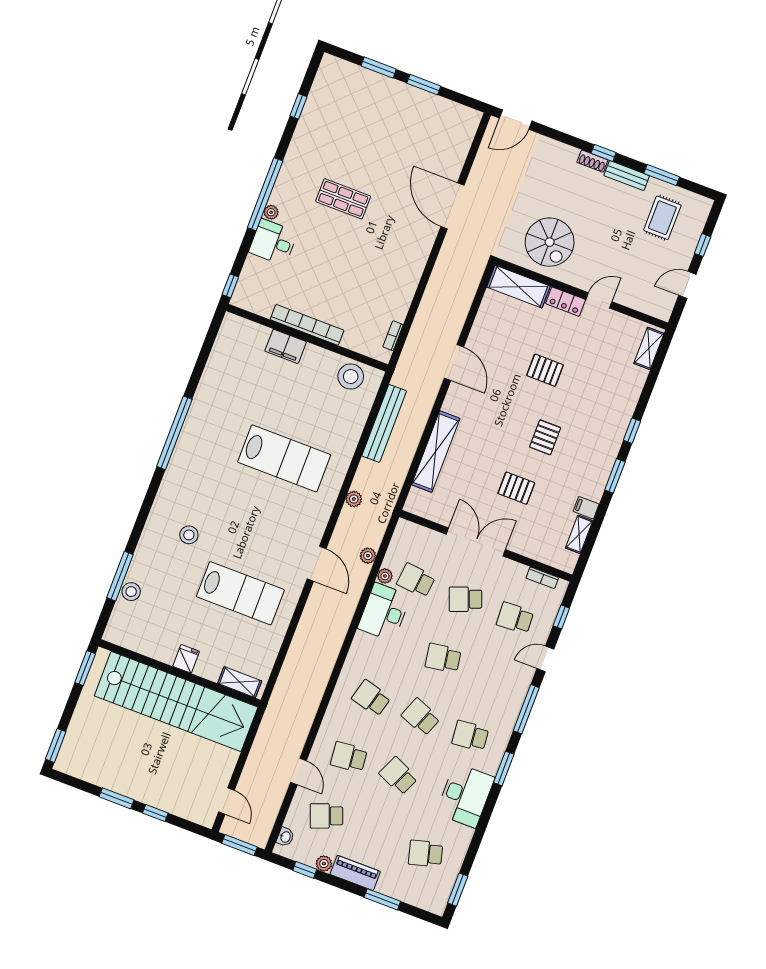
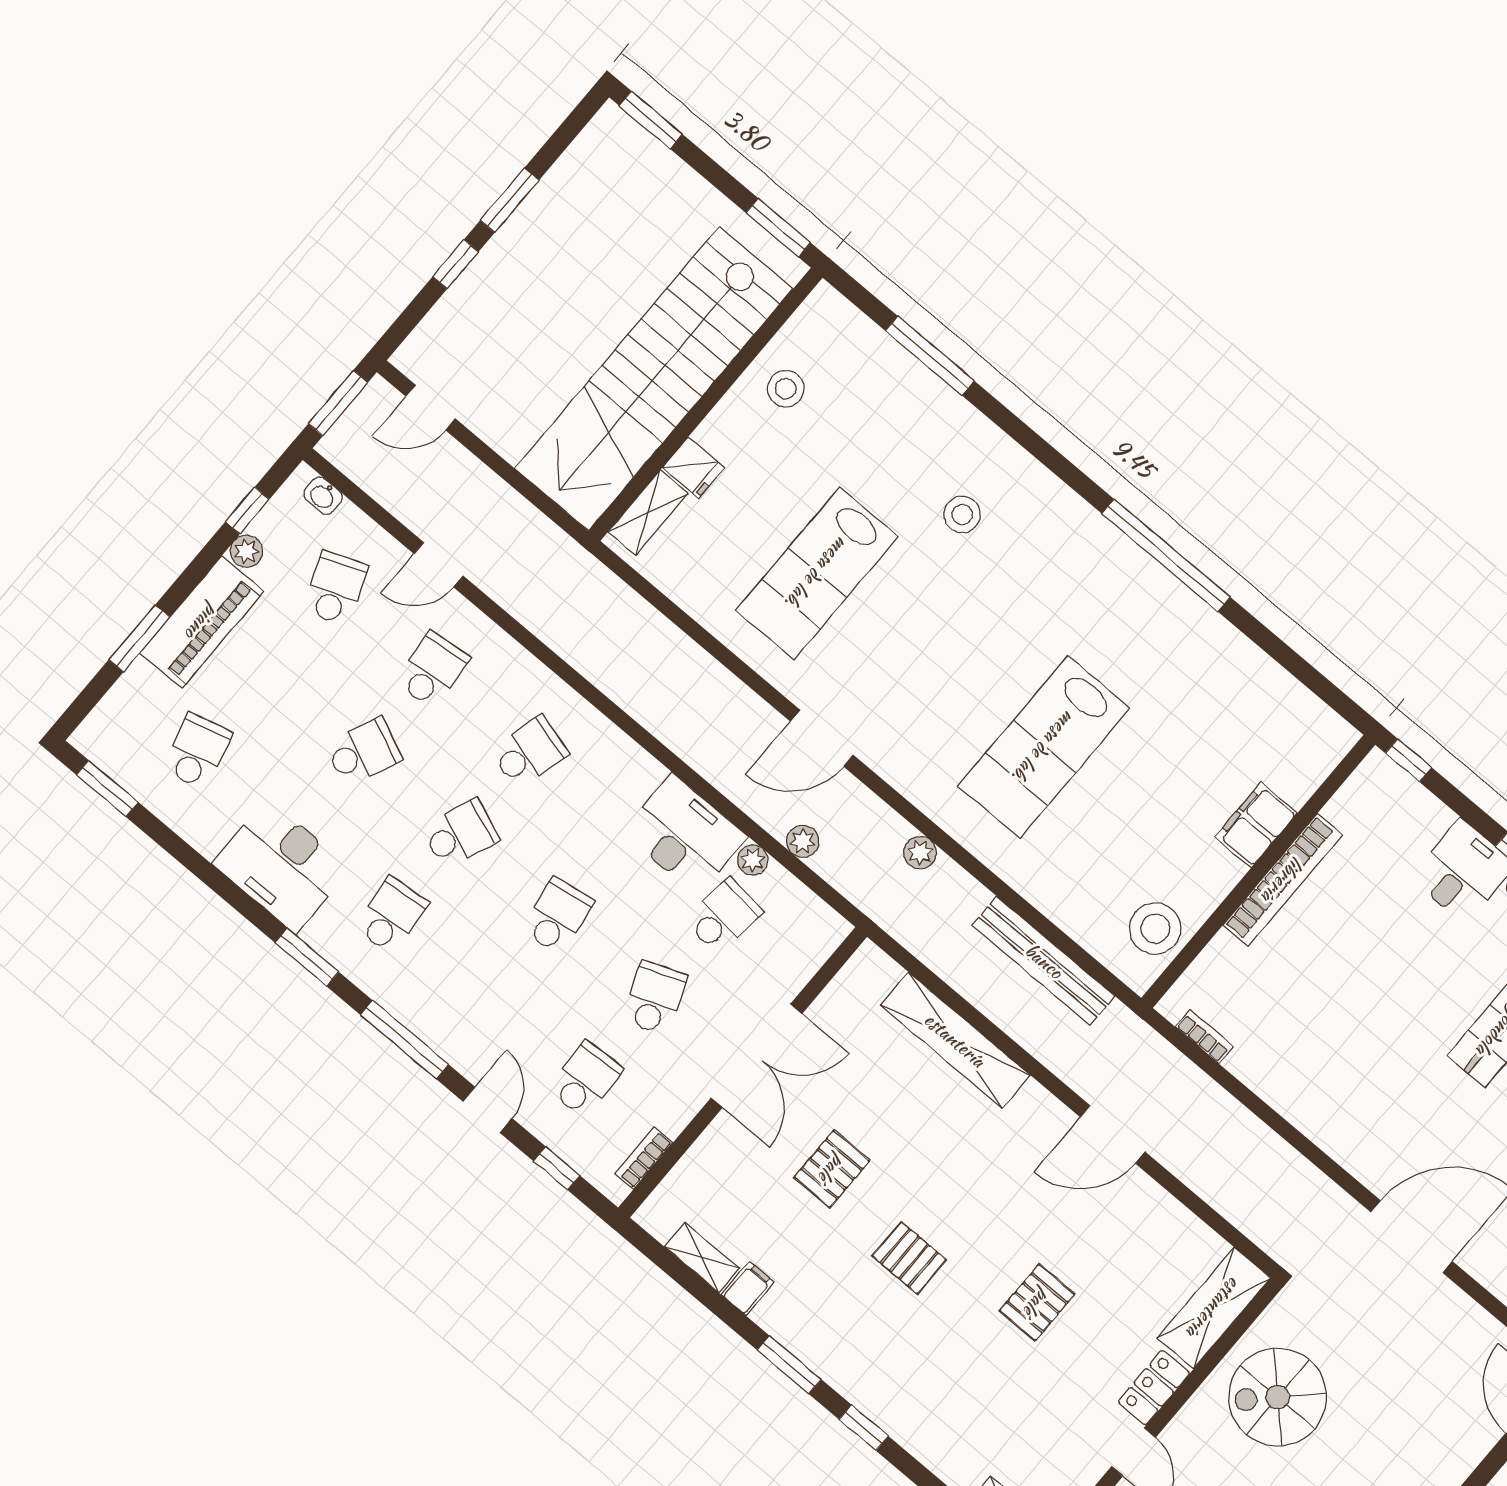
stool: (131, 592) -> (786, 389), moved
fridge: (186, 659) -> (693, 468), moved
piano: (355, 873) -> (202, 622), width x1.37, depth x1.33

